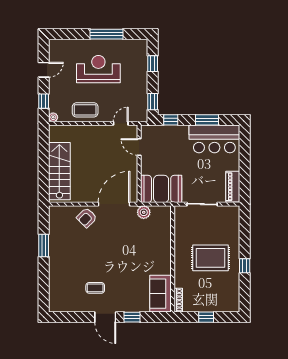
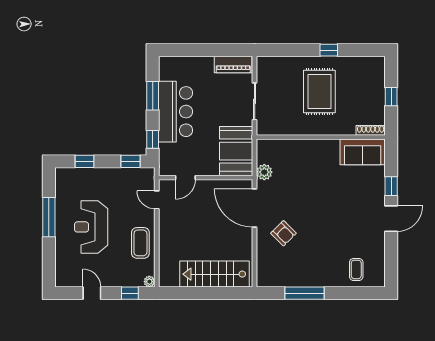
bar counter: (214, 139) -> (176, 112), moved
armchair: (87, 218) -> (283, 233), moved
window: (44, 246) -> (304, 293), width x1.44
coffee table: (95, 288) -> (356, 269), moved

